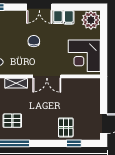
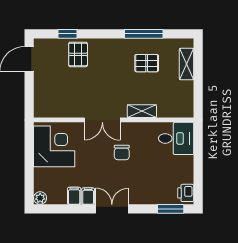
plant: (91, 20) -> (40, 198), width x0.53, depth x0.53
chair: (34, 41) -> (122, 153), moved
double door: (47, 76) -> (102, 120), swing flipped

